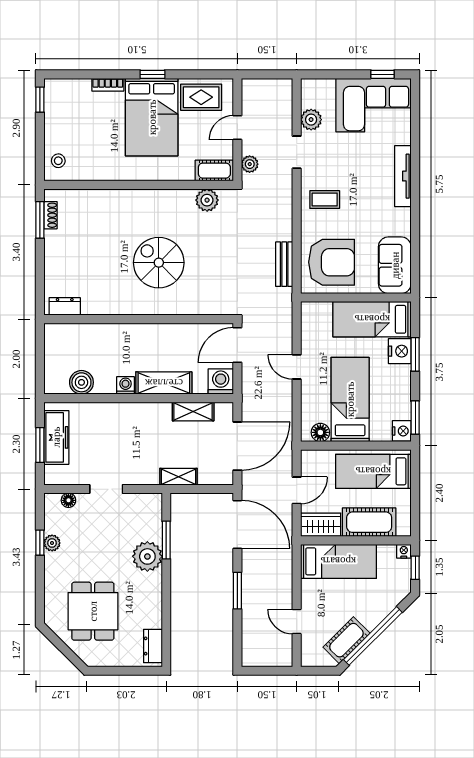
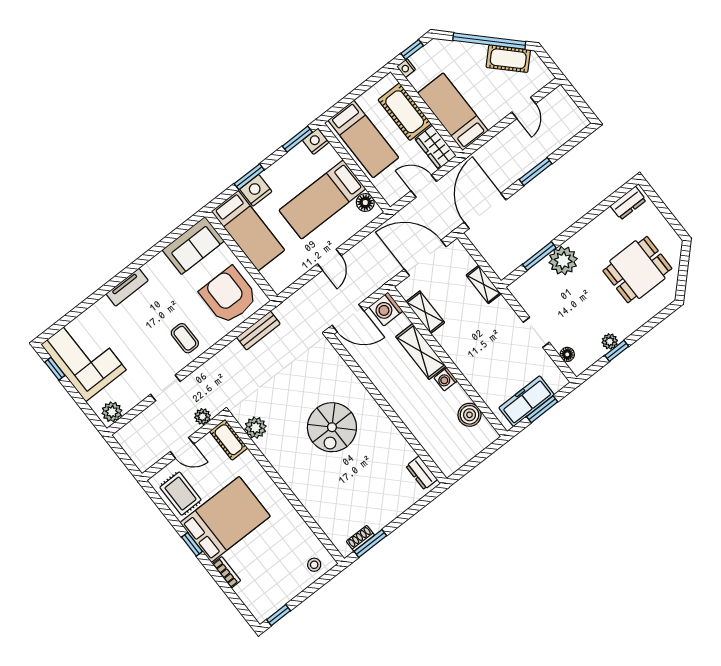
plant: (311, 120) -> (112, 412), moved
tv unit: (403, 176) -> (127, 287), width x0.71

